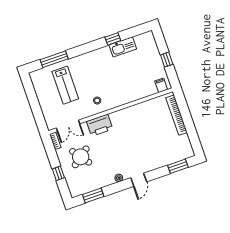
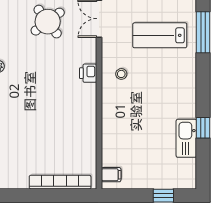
window: (167, 60) -> (163, 196), moved
printer: (100, 125) -> (88, 73), width x0.53, depth x0.68

